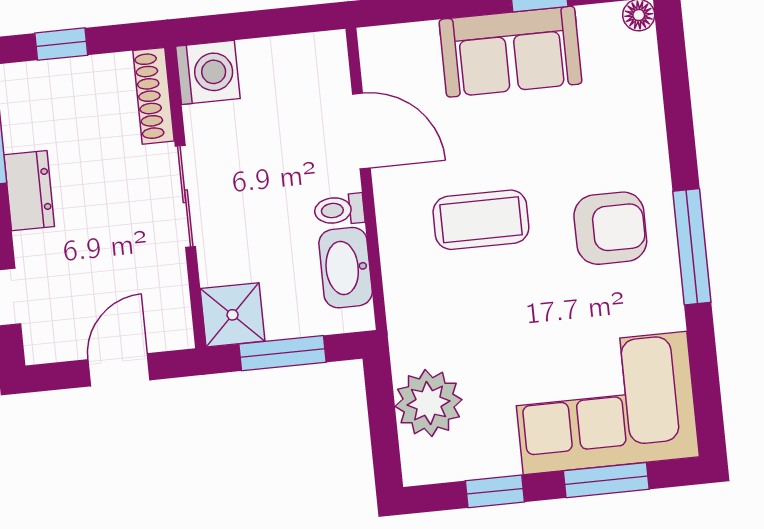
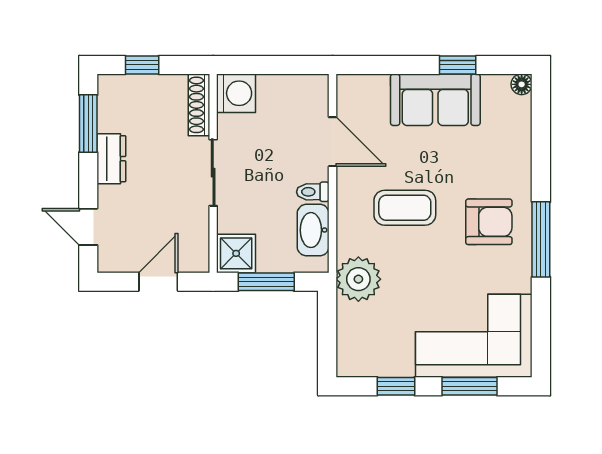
plant: (429, 403) -> (358, 279), moved

